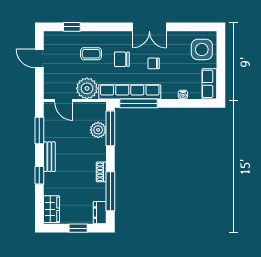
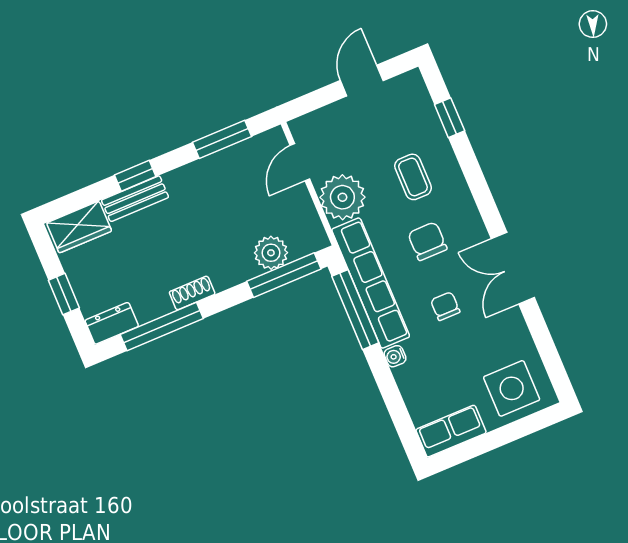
water cooler: (183, 95) -> (395, 356), moved
bench: (49, 157) -> (135, 199), moved

